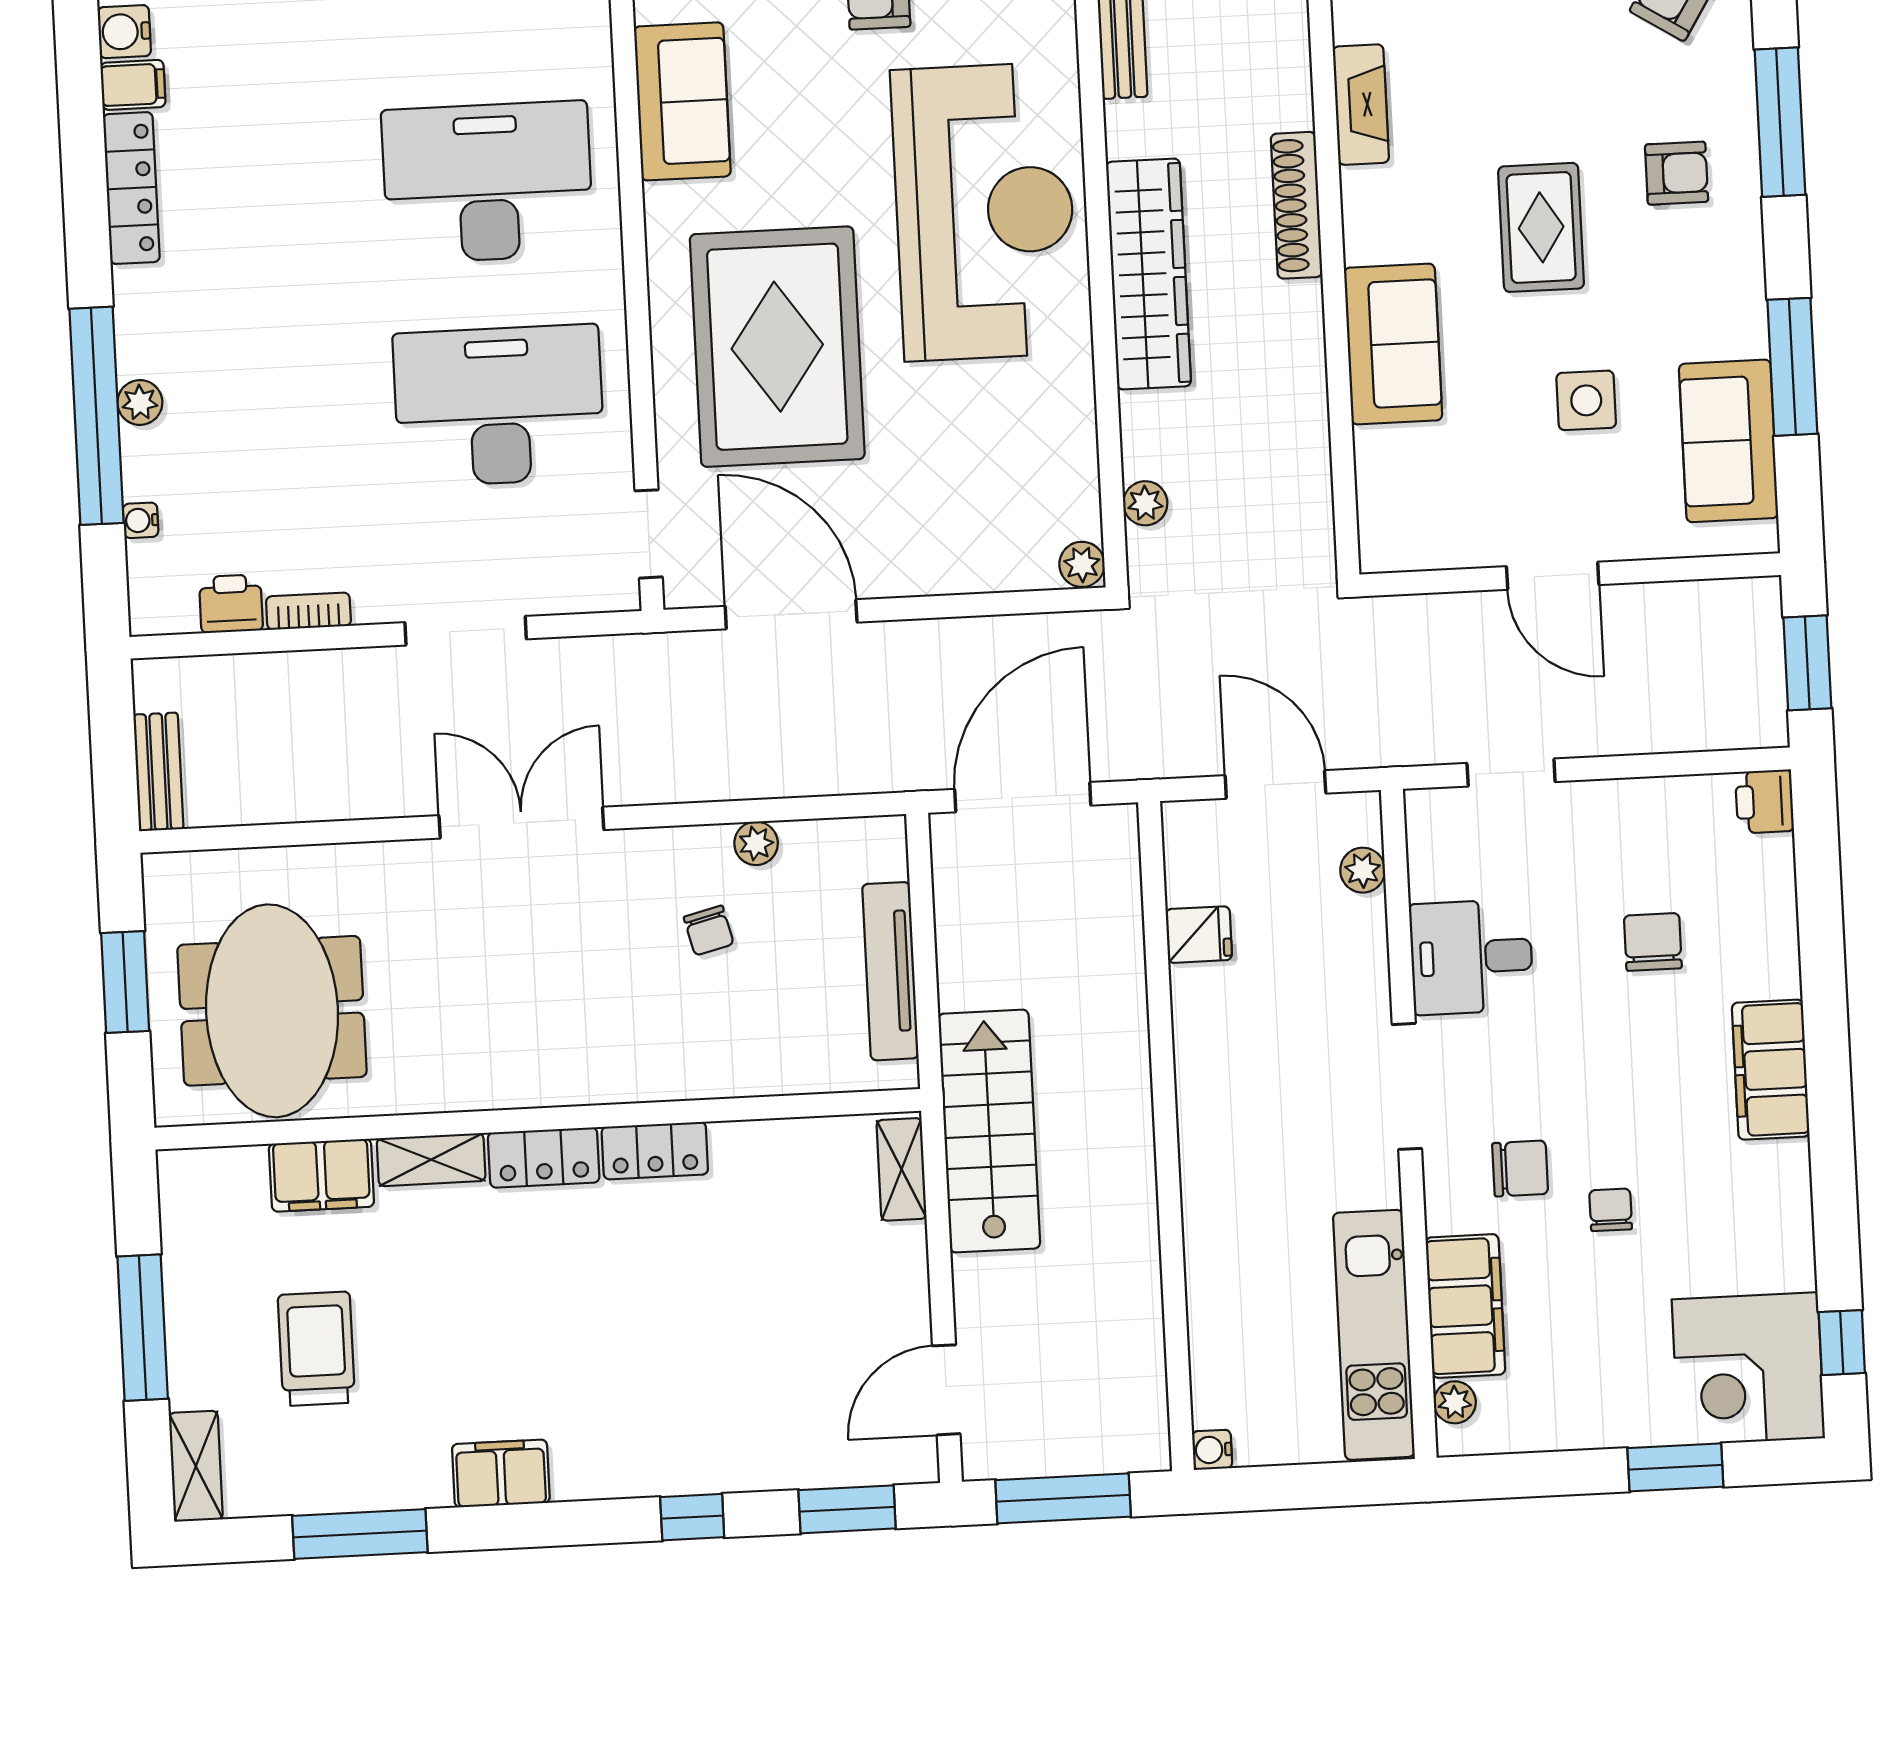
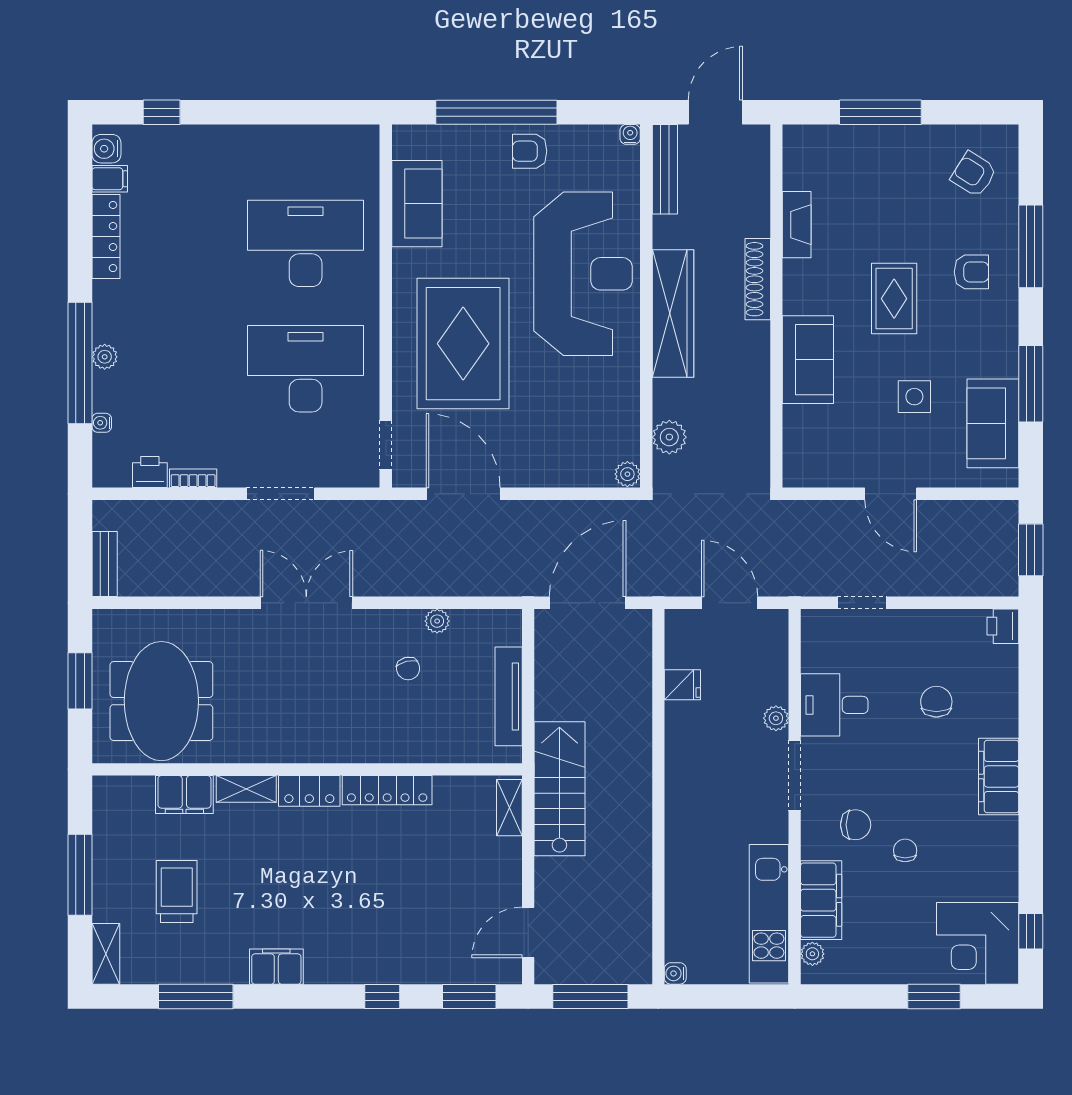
plant: (1145, 503) -> (669, 437), width x1.38, depth x1.38
plant: (1363, 870) -> (776, 718), moved
locker: (655, 1151) -> (387, 790), width x1.53

